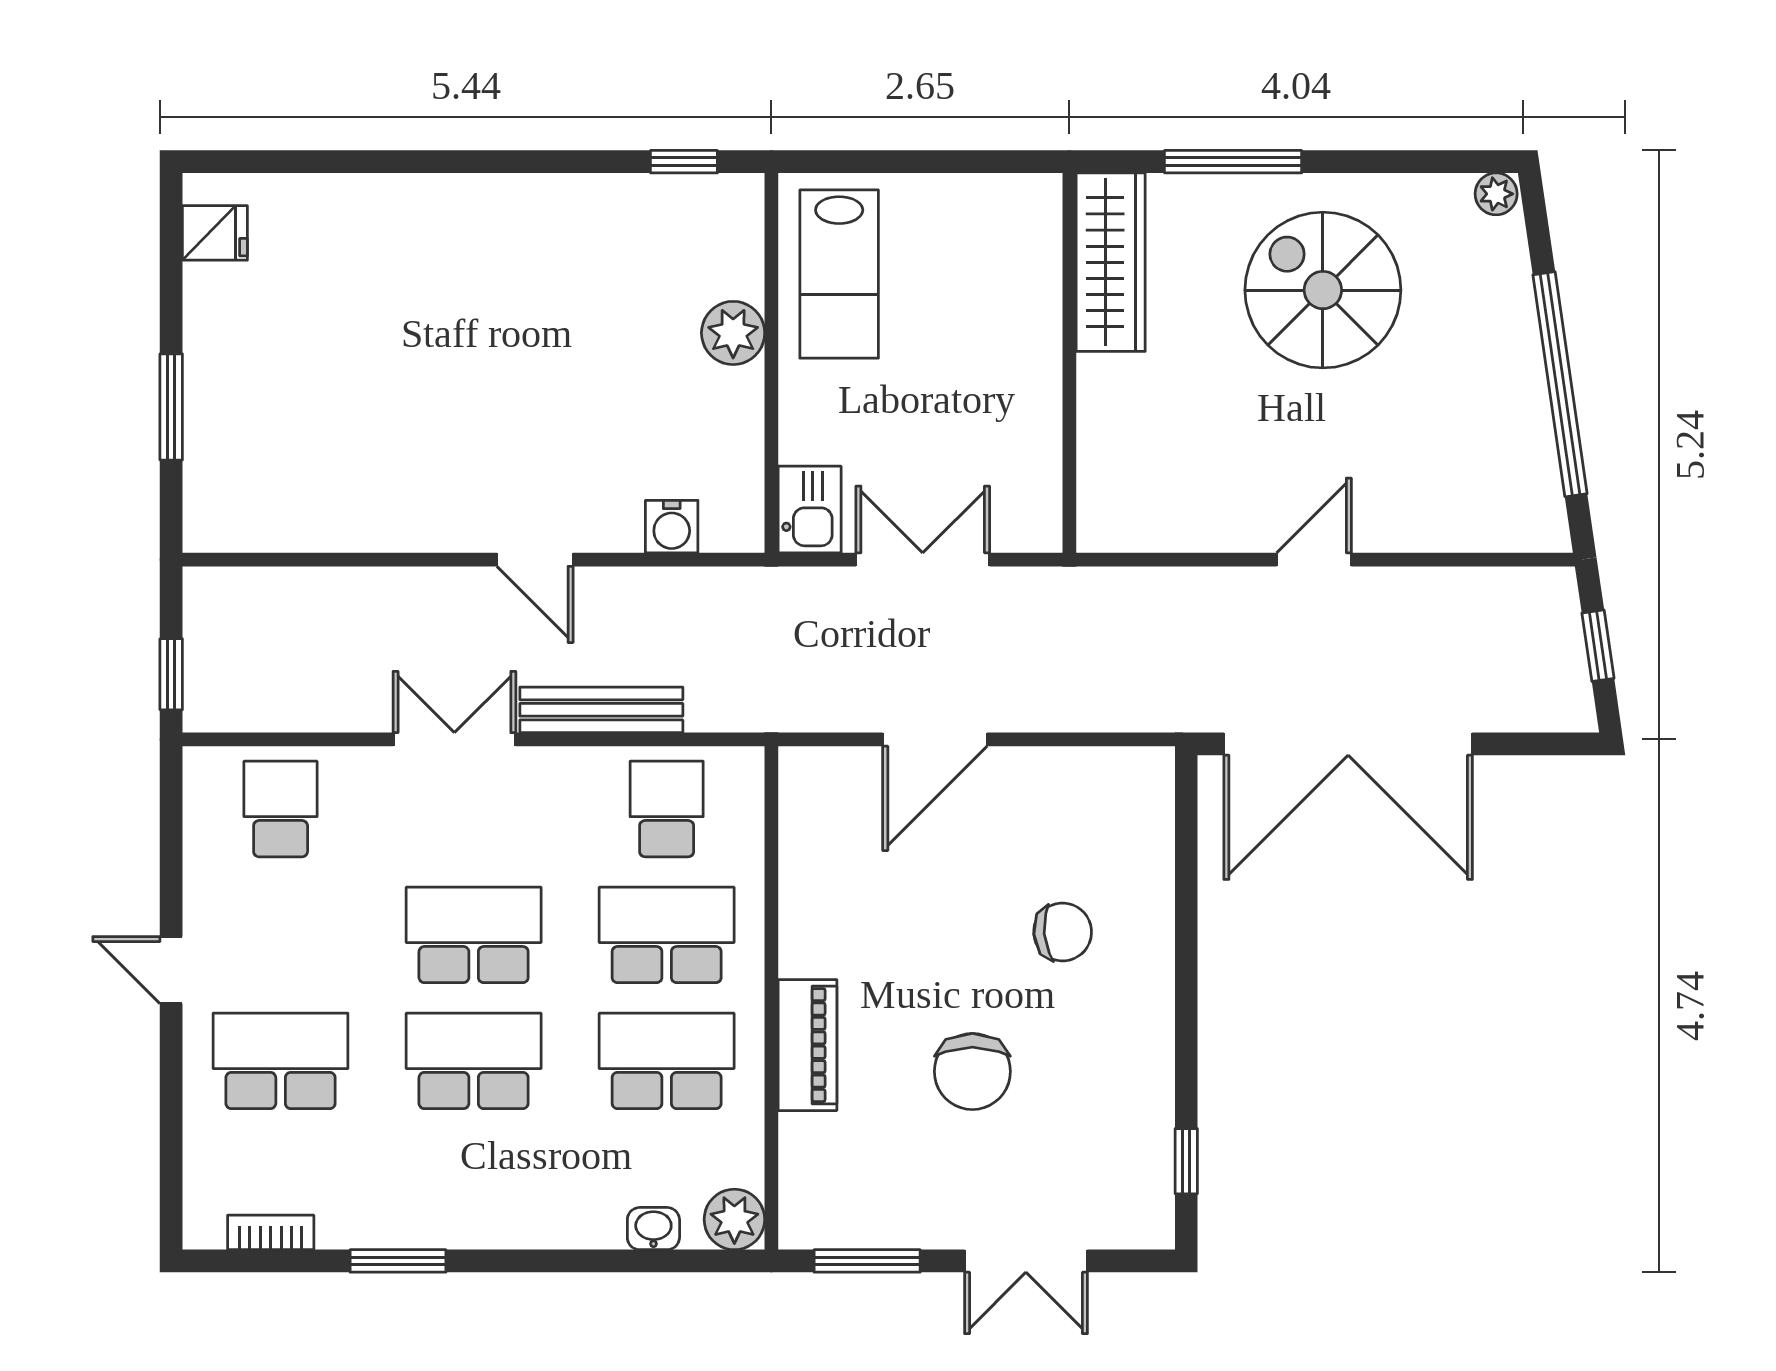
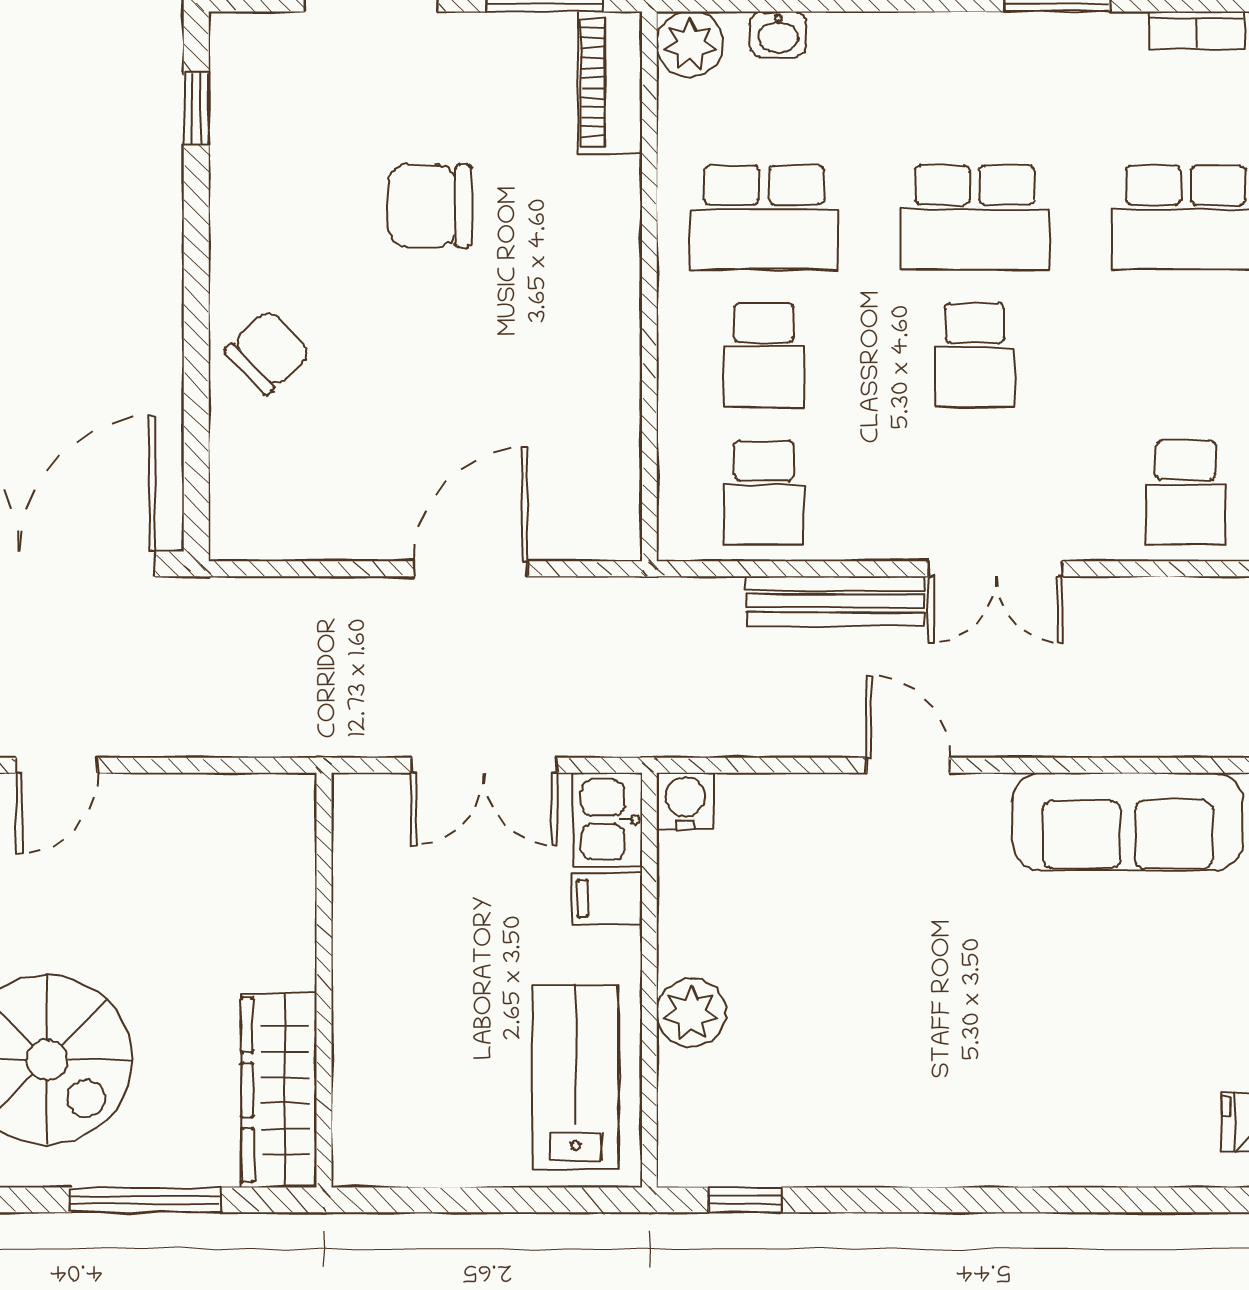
filing cabinet: (810, 438) -> (607, 898), added
sofa: (334, 508) -> (1128, 822), added
water cooler: (672, 527) -> (685, 801), moved
chair: (1063, 932) -> (268, 352), moved, turned 142
school desk: (474, 935) -> (975, 355), width x0.54
school desk: (667, 935) -> (764, 355), width x0.54
piano: (807, 1045) -> (610, 83), moved
chair: (972, 1071) -> (430, 206), turned -90

